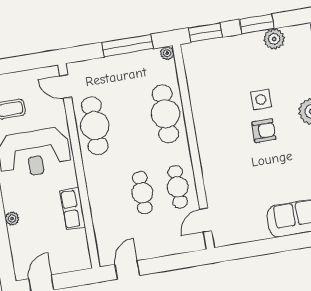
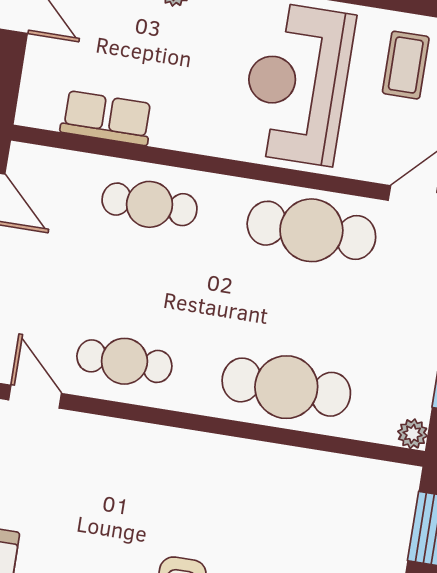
cafe table: (142, 193) -> (150, 204), moved
row of seats: (73, 209) -> (107, 118), moved

